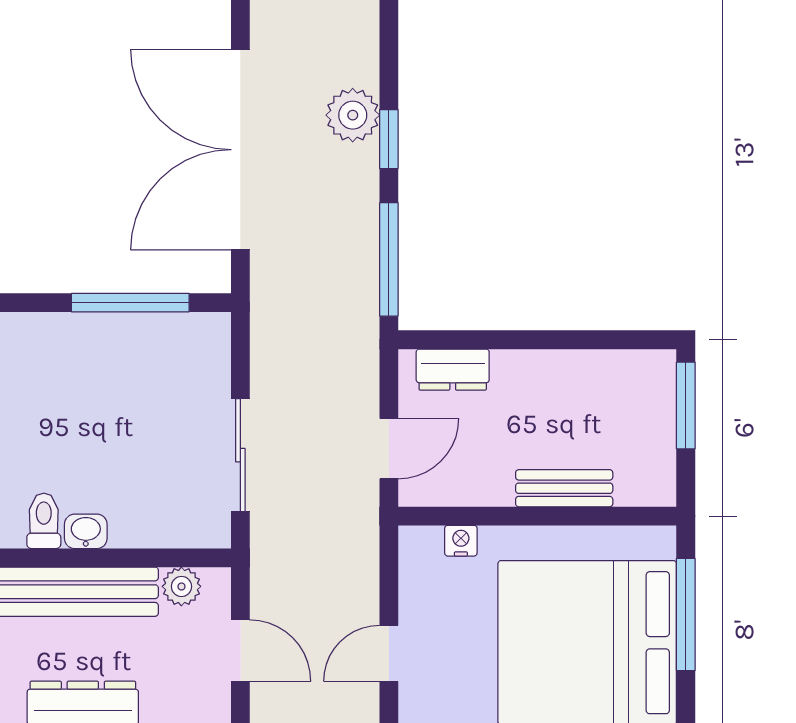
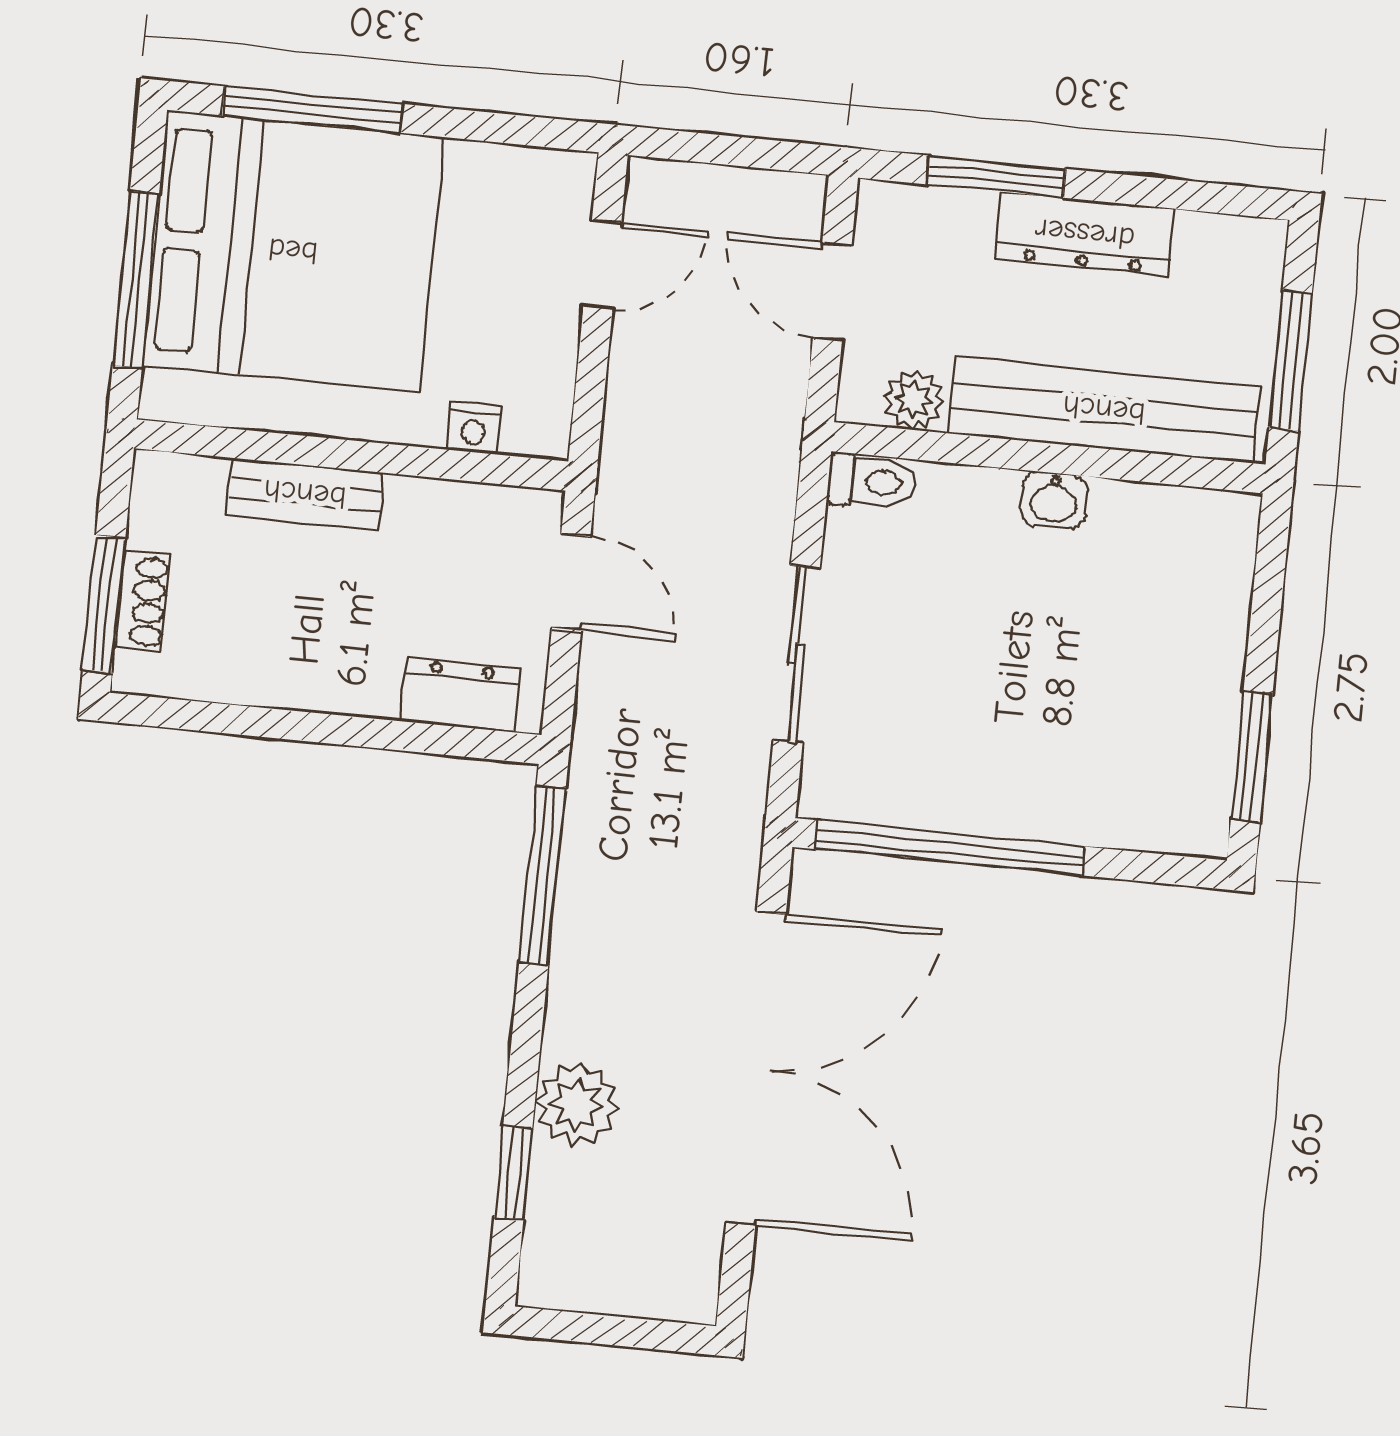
window: (389, 139) -> (513, 1173), moved
window: (130, 303) -> (950, 848), width x1.46
shoe rack: (661, 410) -> (143, 601), added
door: (389, 449) -> (571, 582), swing flipped
sliding door: (240, 455) -> (797, 654), moved
toilet: (44, 521) -> (871, 482), moved, turned -90

